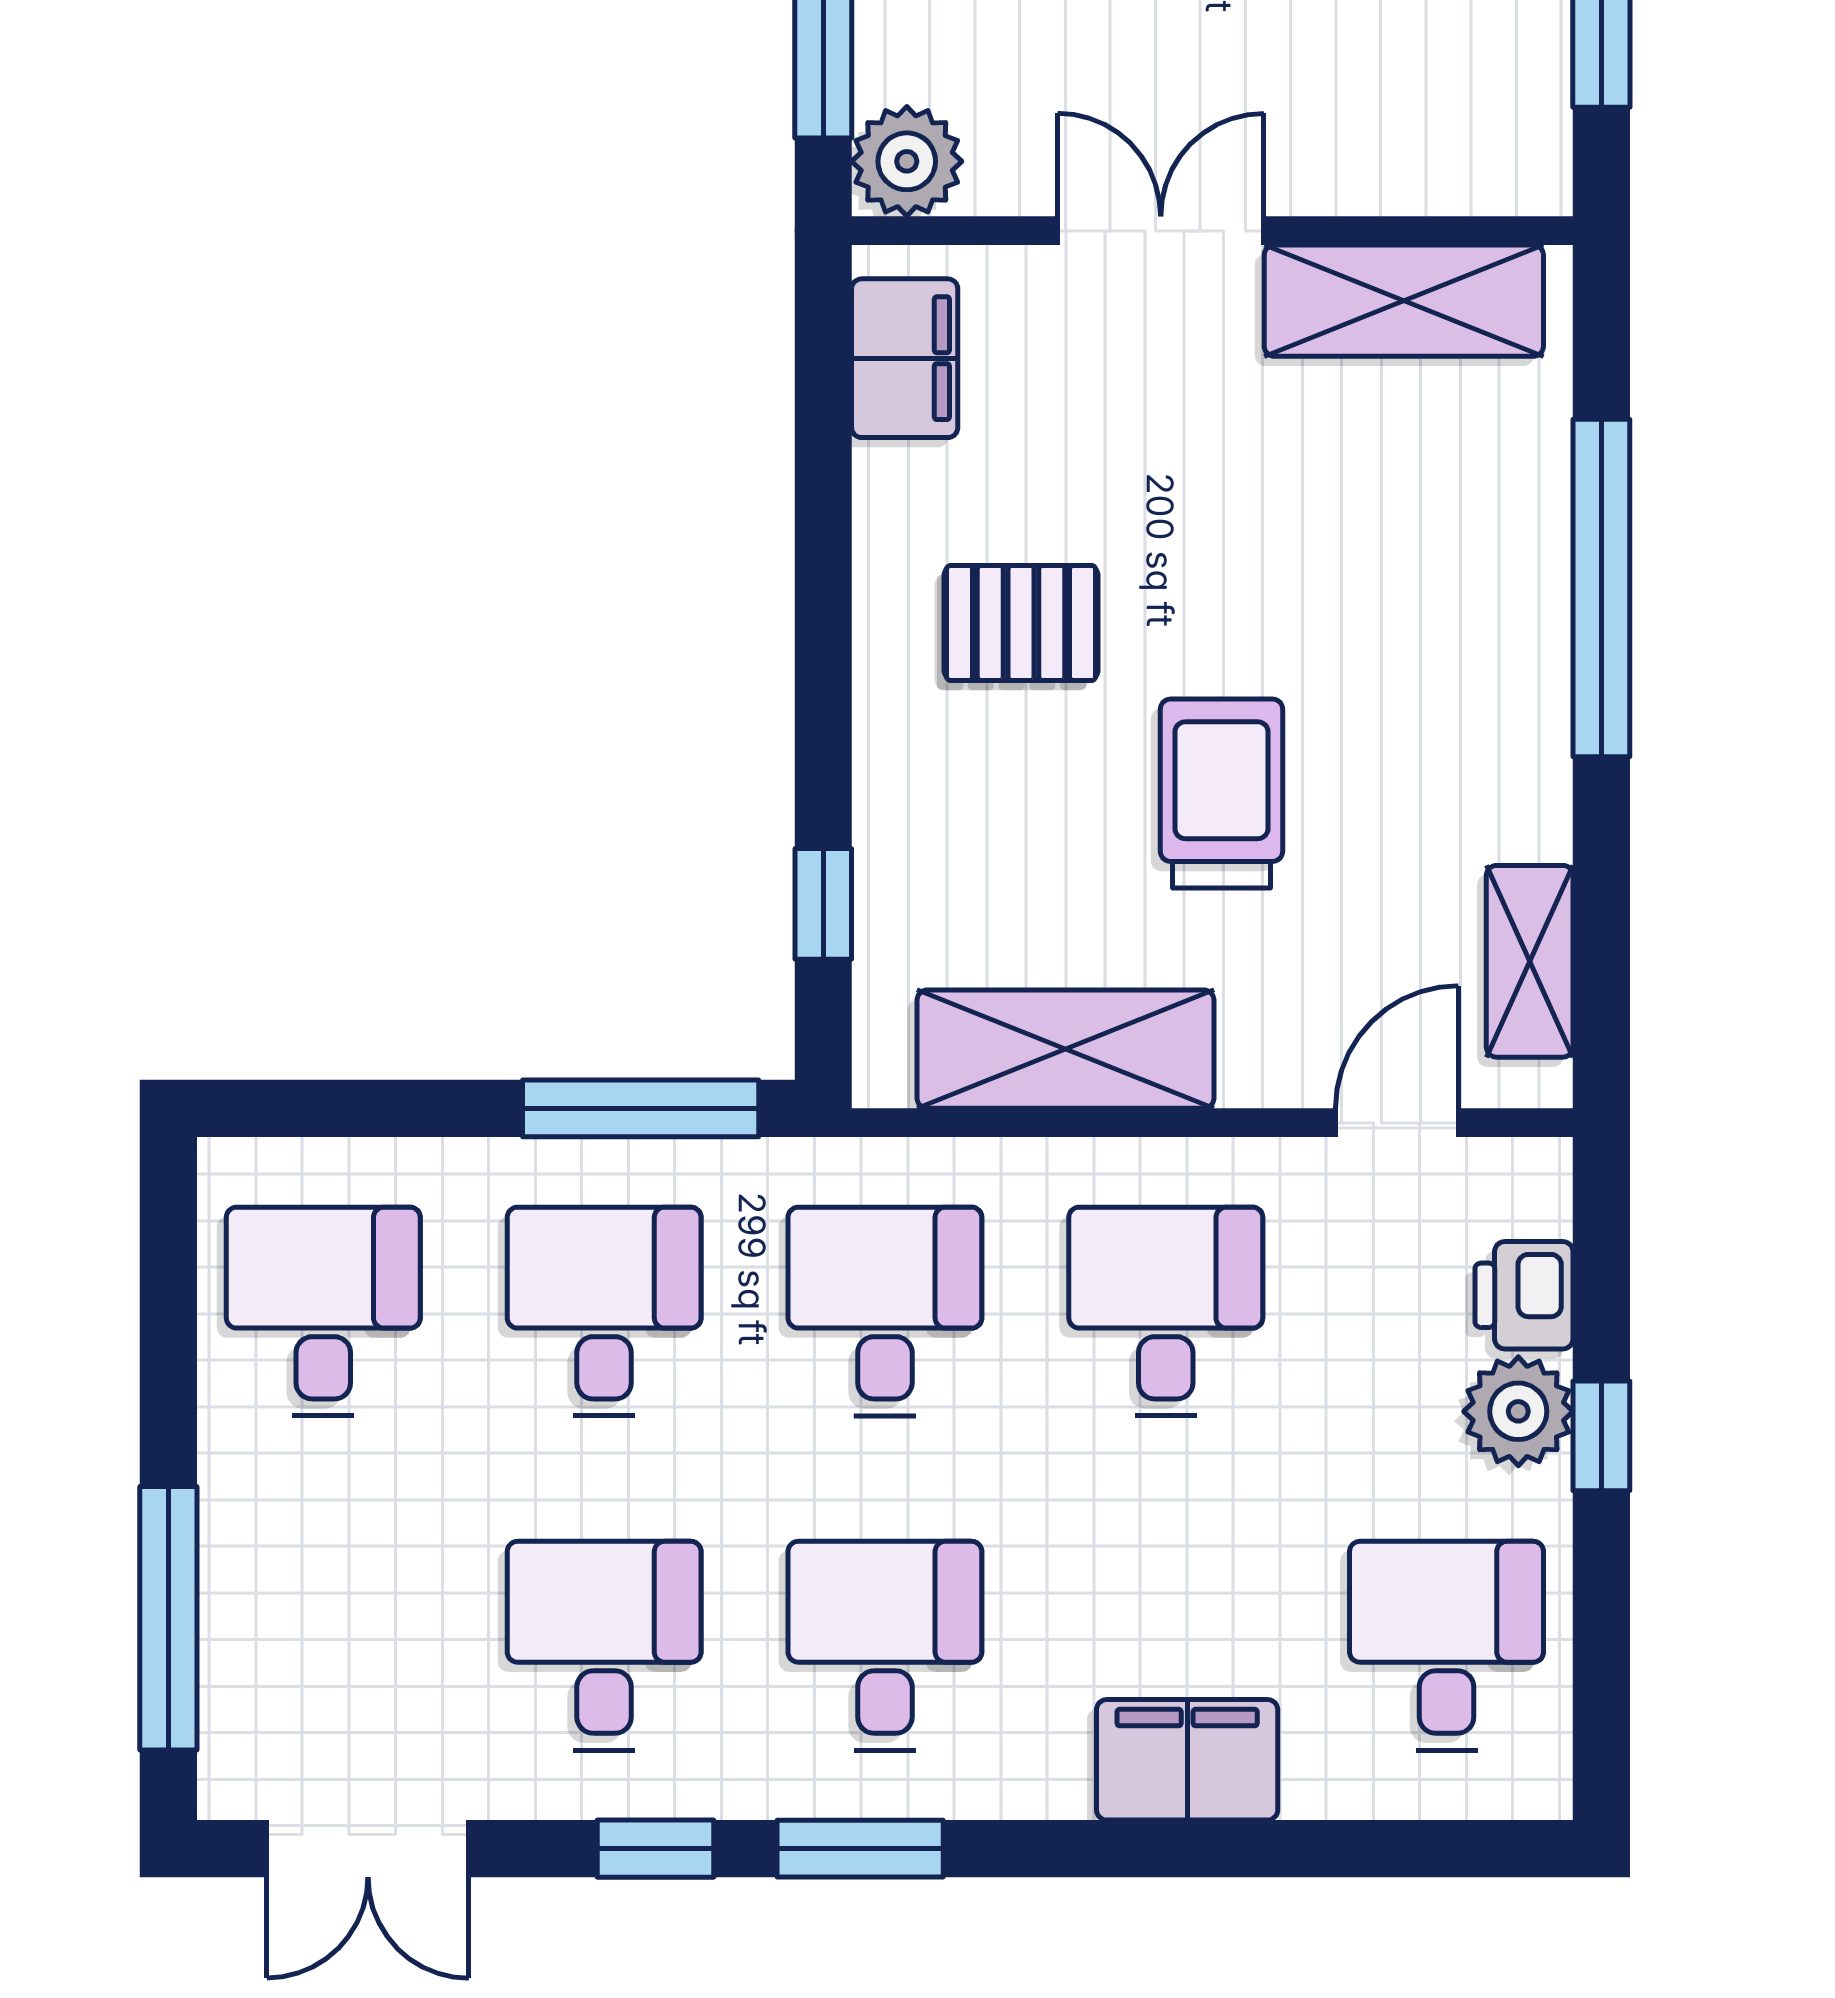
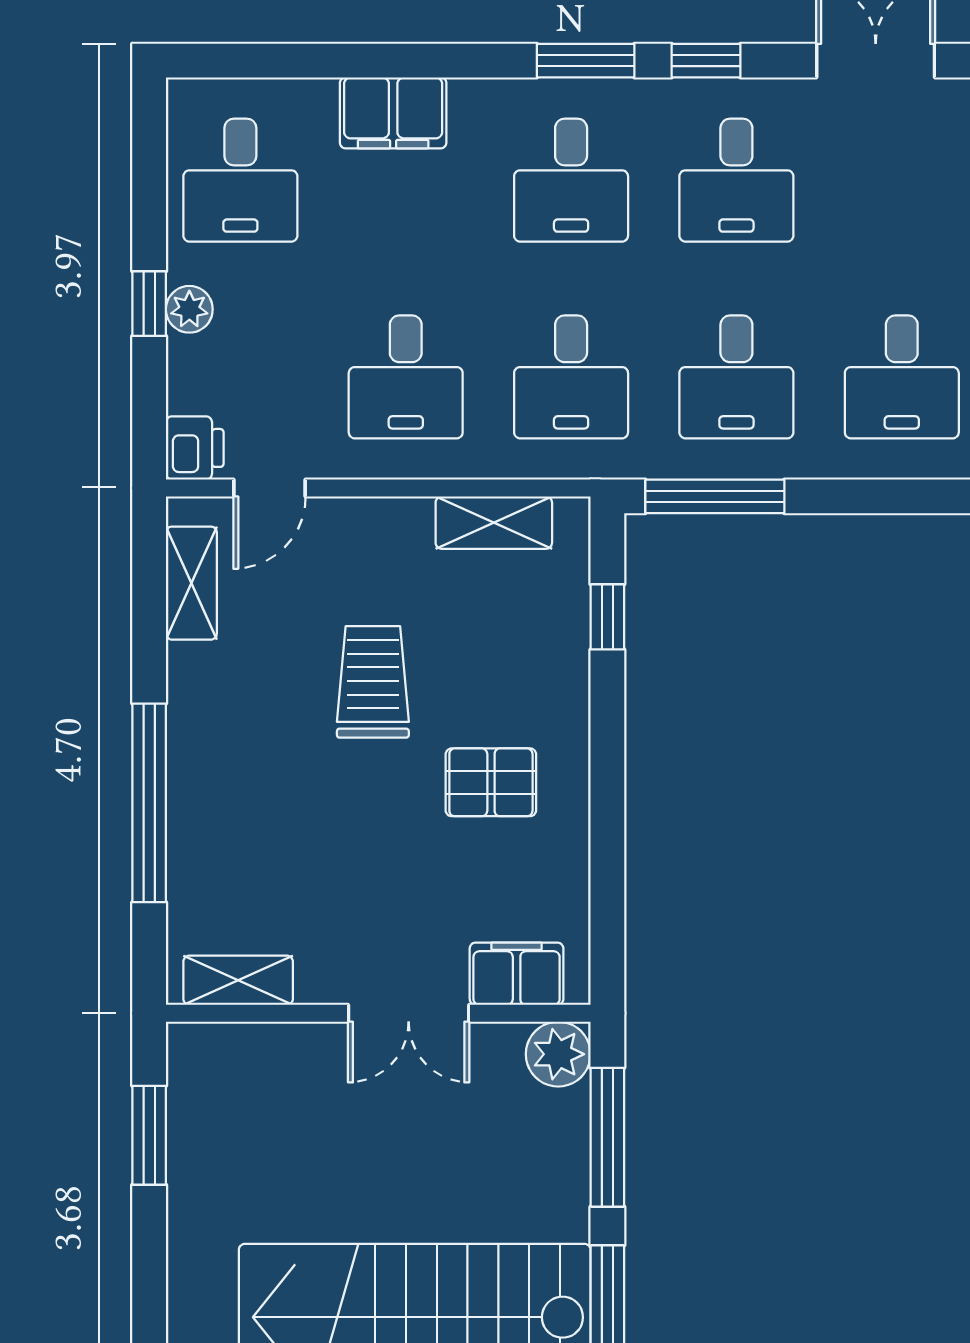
shelving: (1404, 301) -> (238, 980), width x0.67, depth x0.75
filing cabinet: (905, 358) -> (517, 974), moved, turned 90
trolley: (1221, 793) -> (373, 682), turned 180
shelving: (1065, 1049) -> (494, 523), width x0.67, depth x0.75
printer: (1524, 1295) -> (195, 448), moved
plant: (1518, 1411) -> (189, 309), width x0.73, depth x0.73

